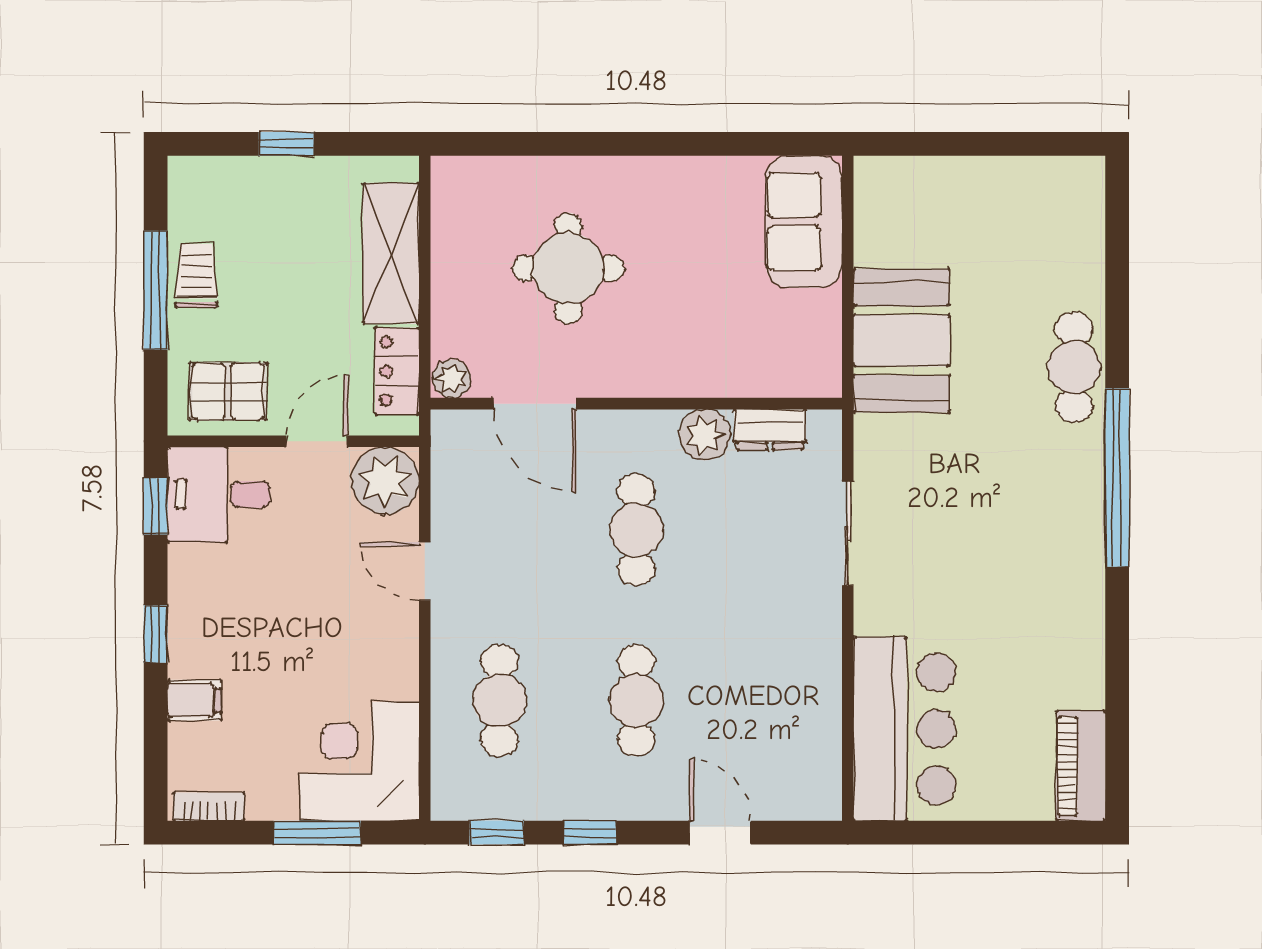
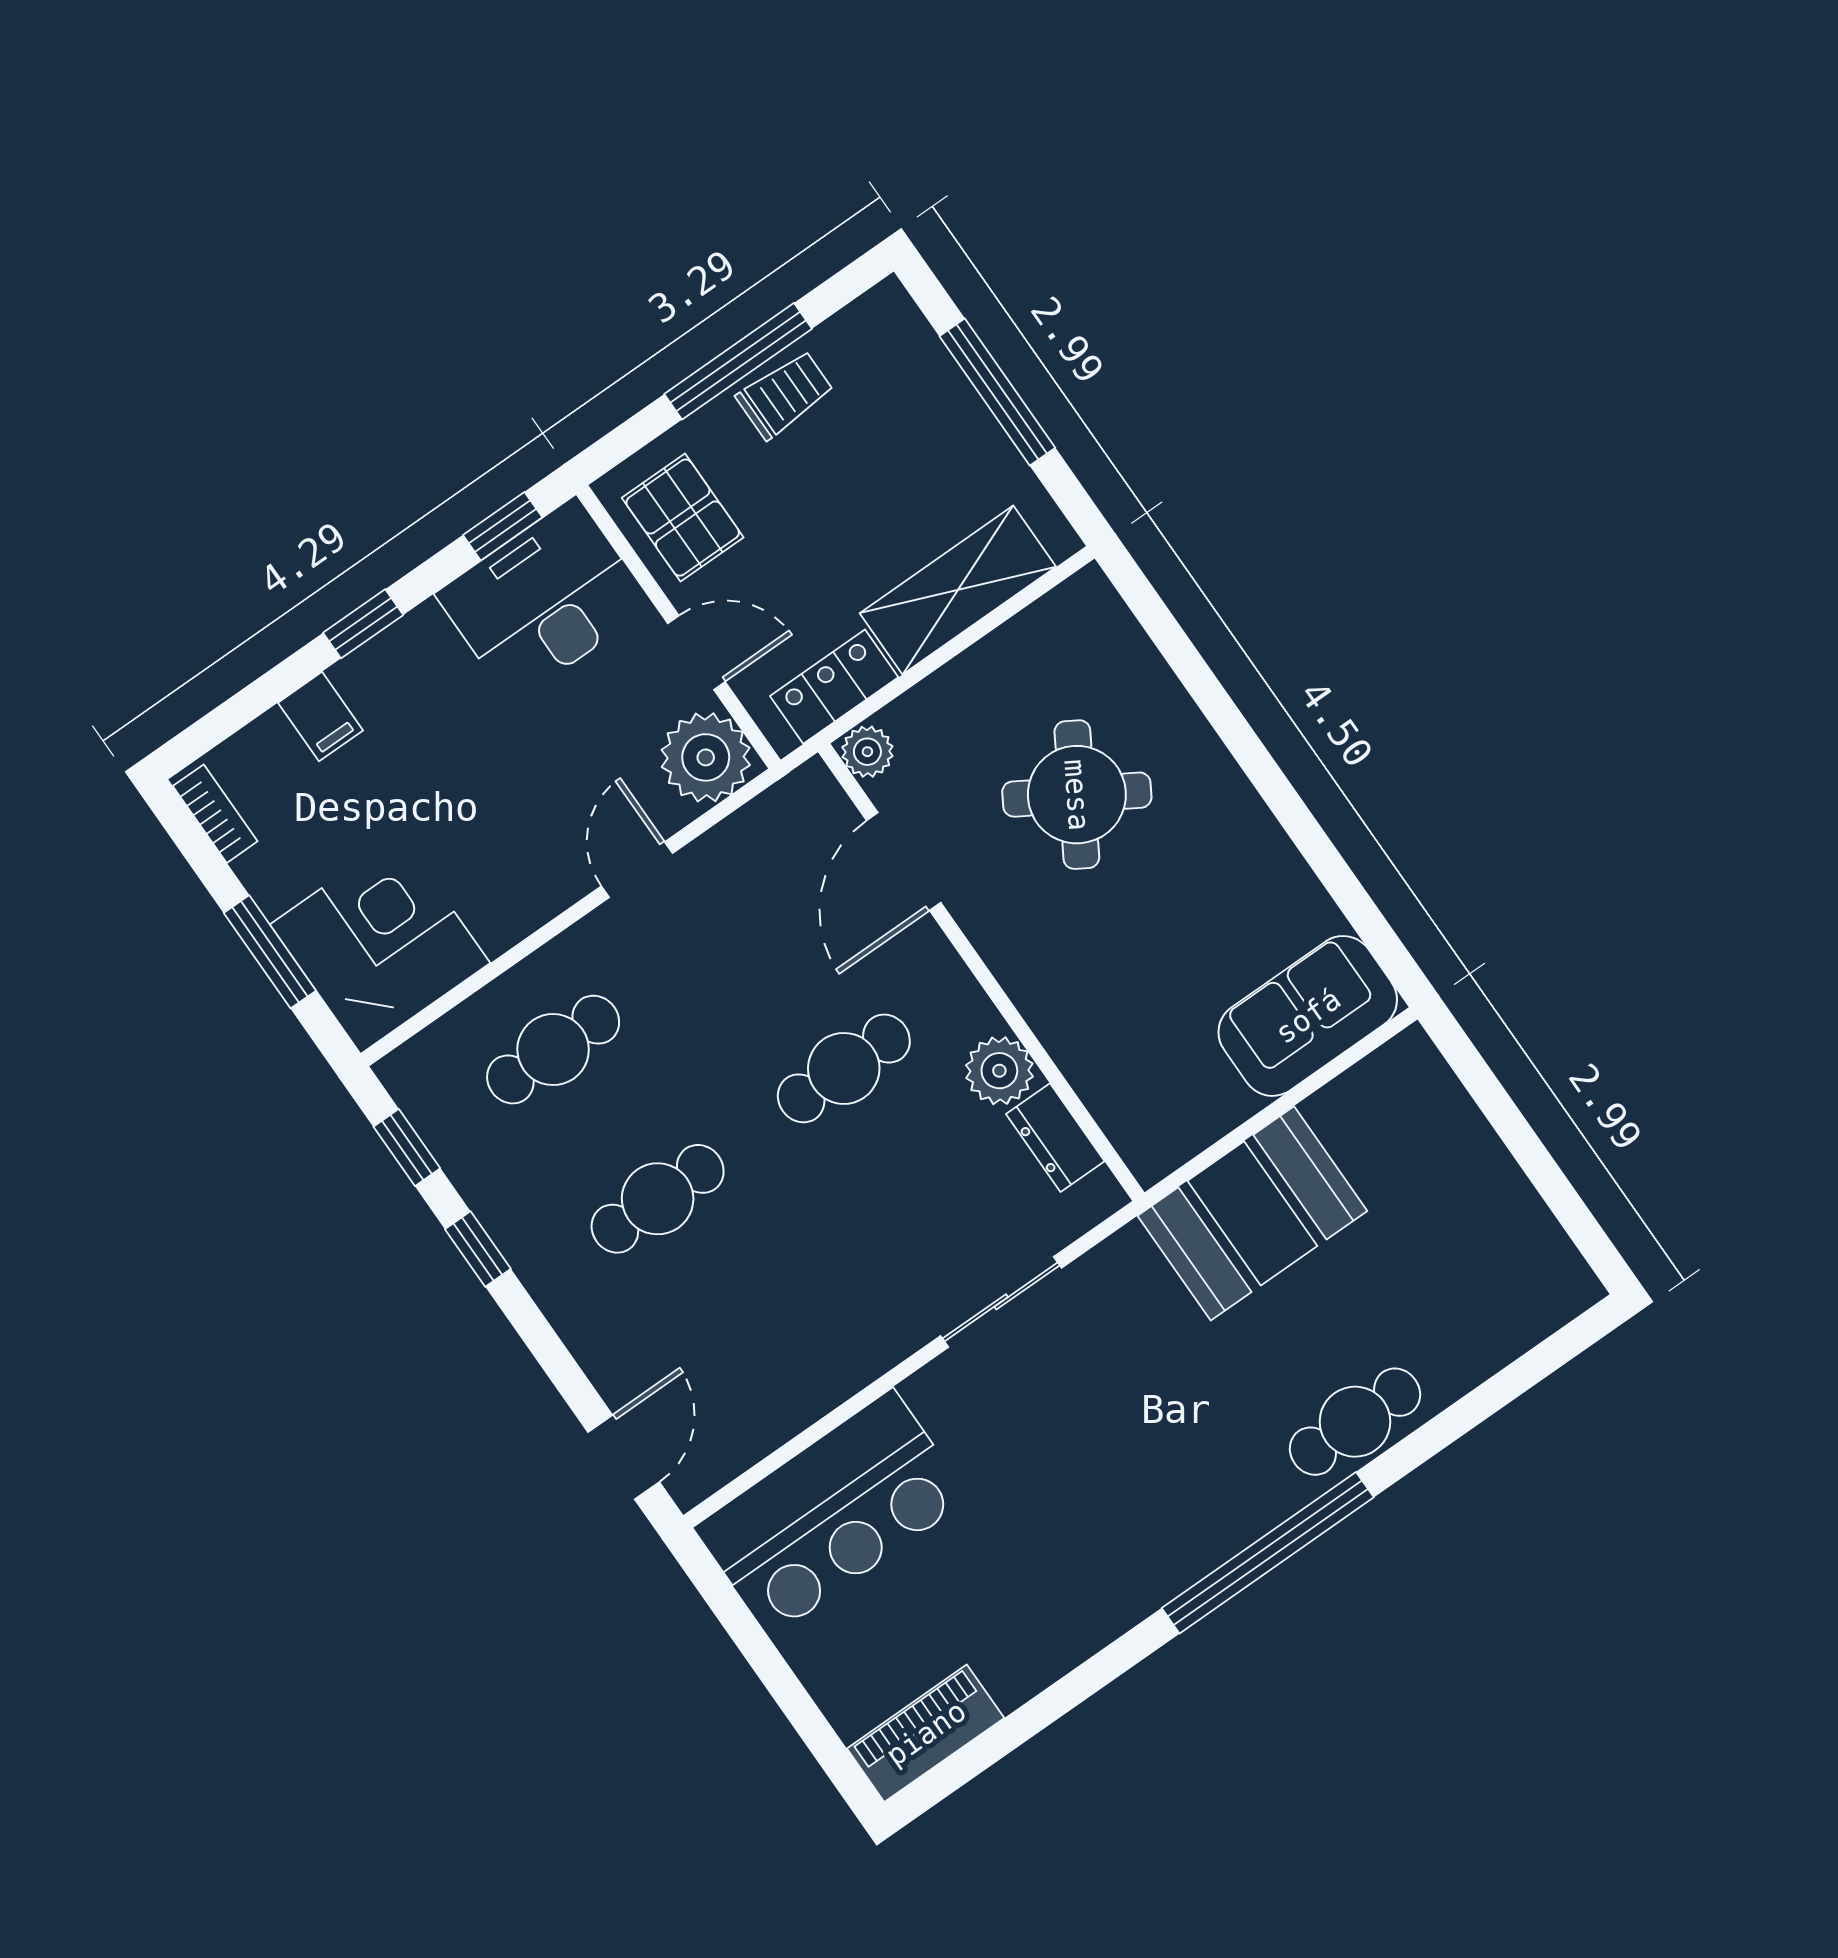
window: (286, 144) -> (997, 392), width x2.17
round table: (568, 268) -> (1077, 795), turned 31
desk: (219, 494) -> (544, 600), width x1.37
door: (720, 833) -> (624, 1457), moved

